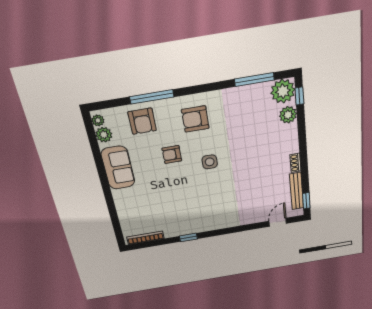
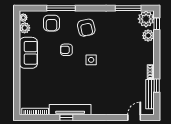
armchair: (195, 119) -> (86, 28), turned -102
window: (306, 201) -> (157, 86), moved
tv unit: (192, 228) -> (70, 110), added

